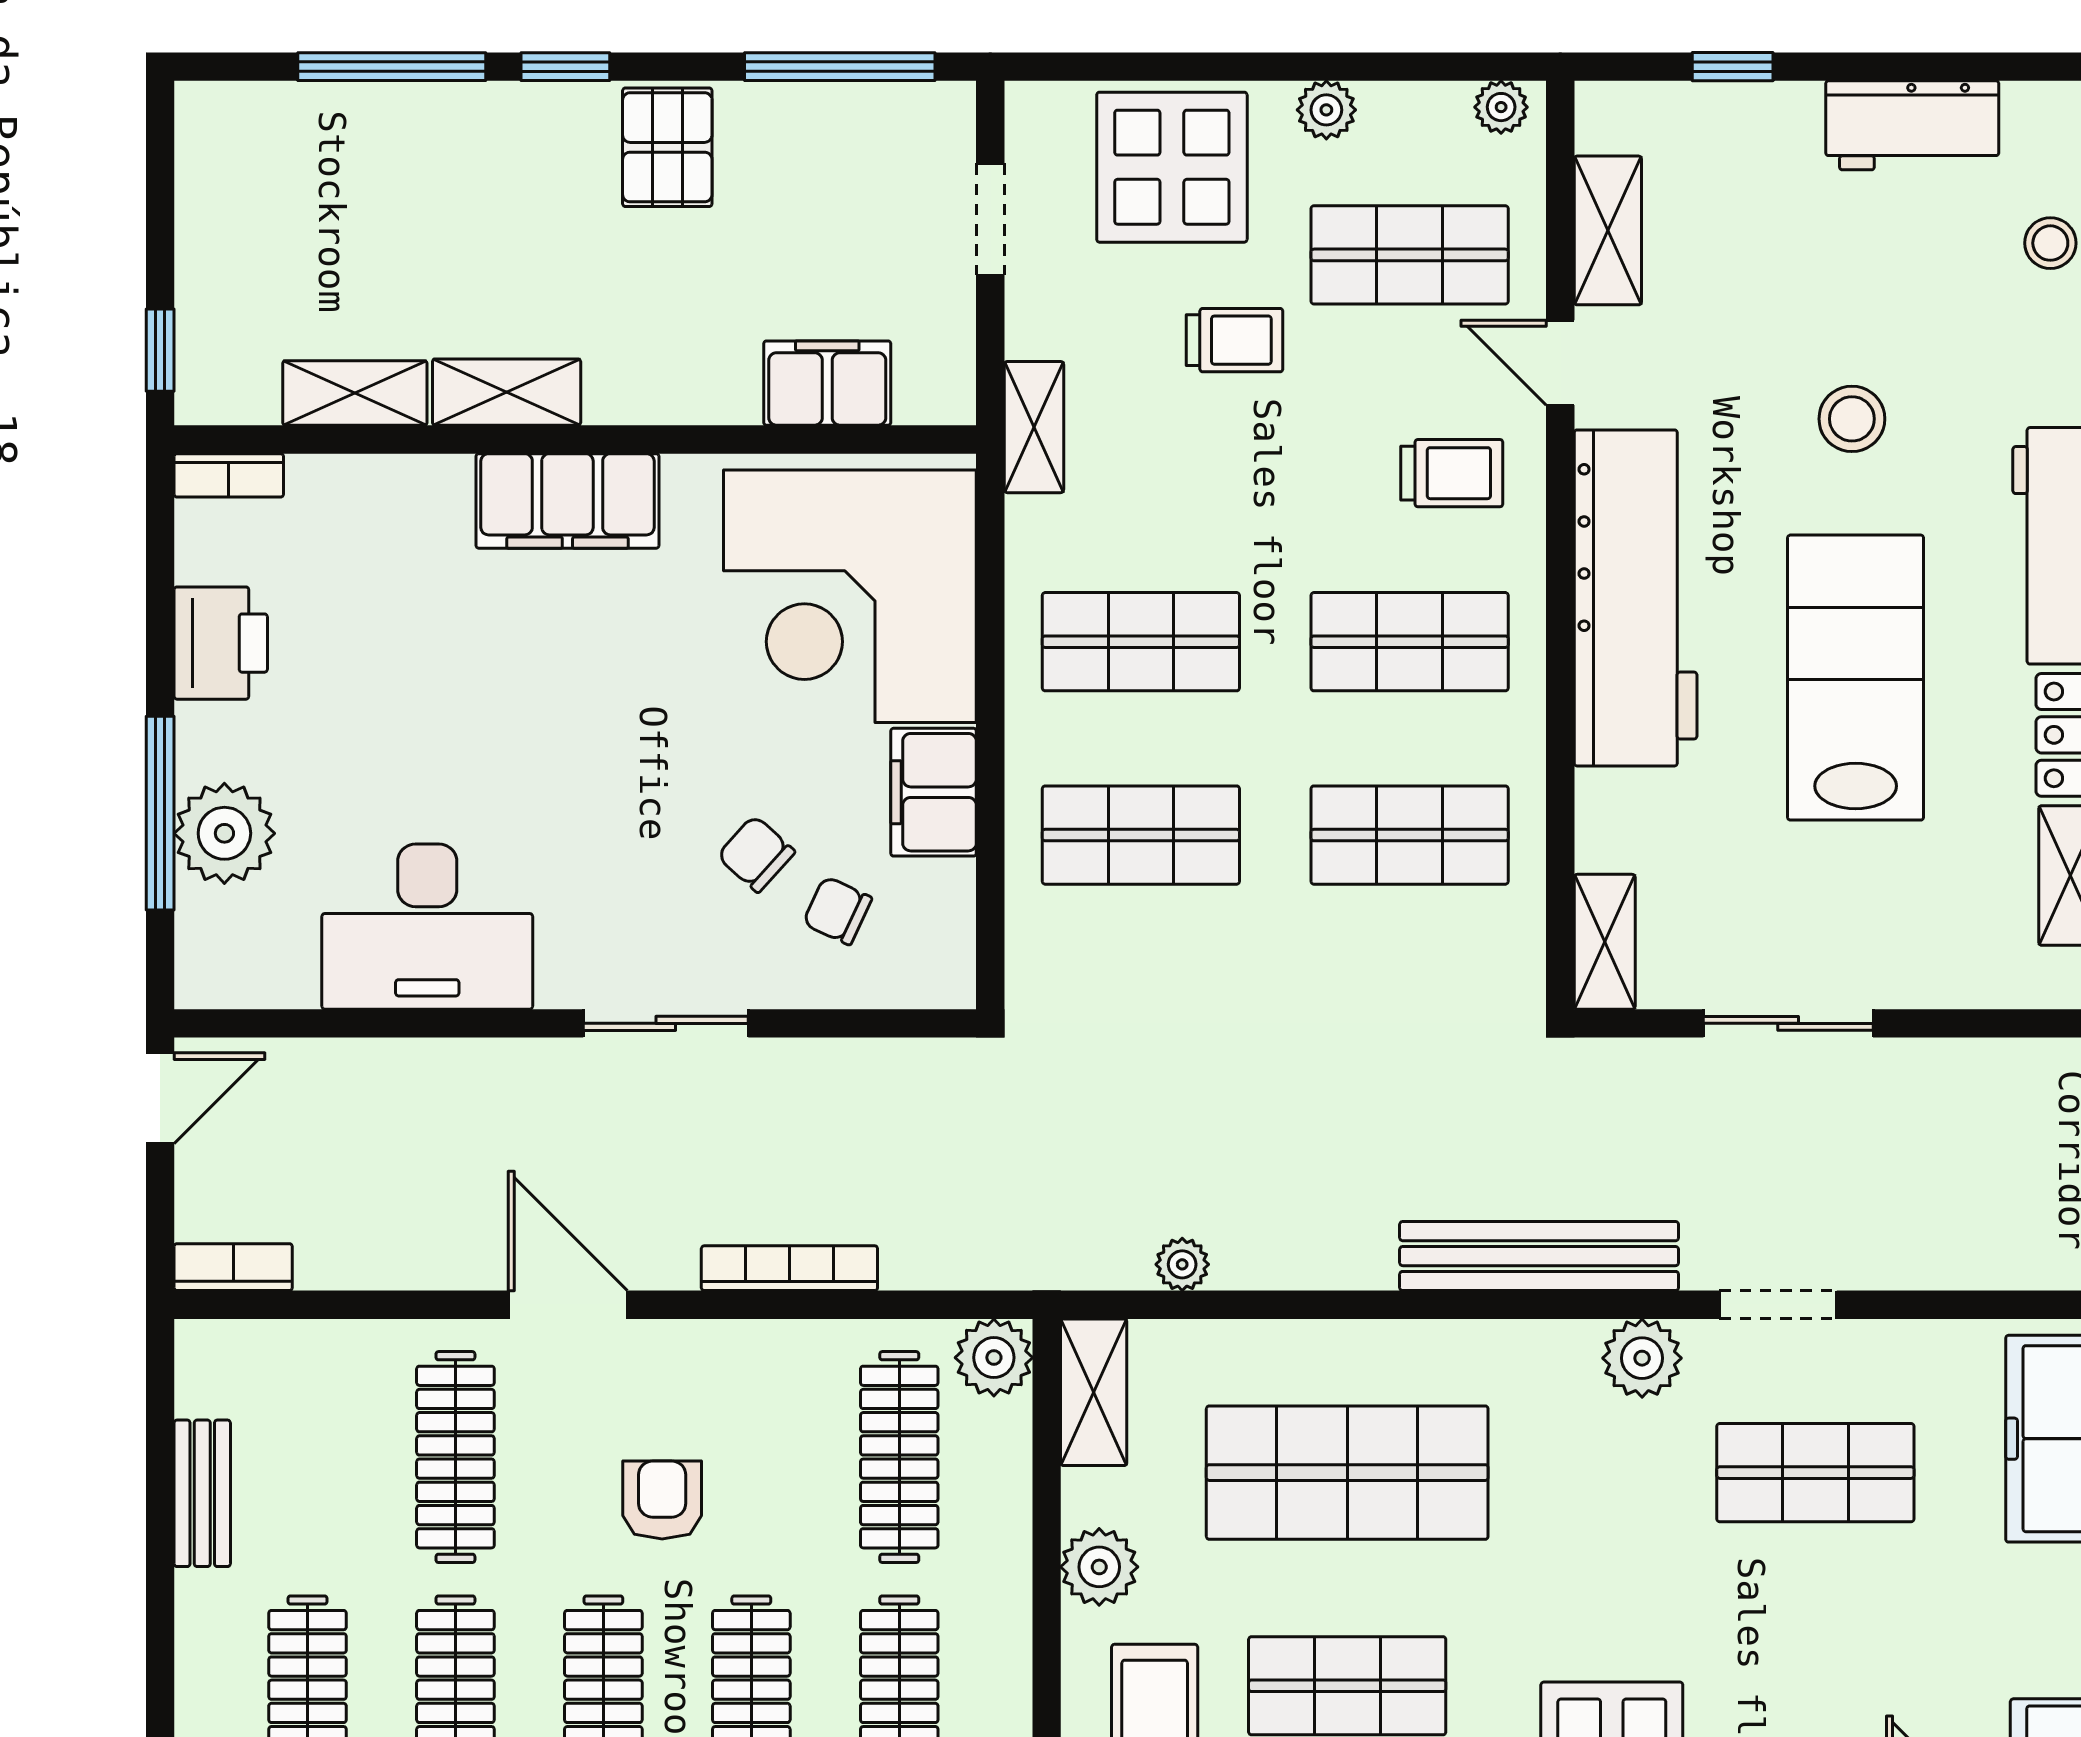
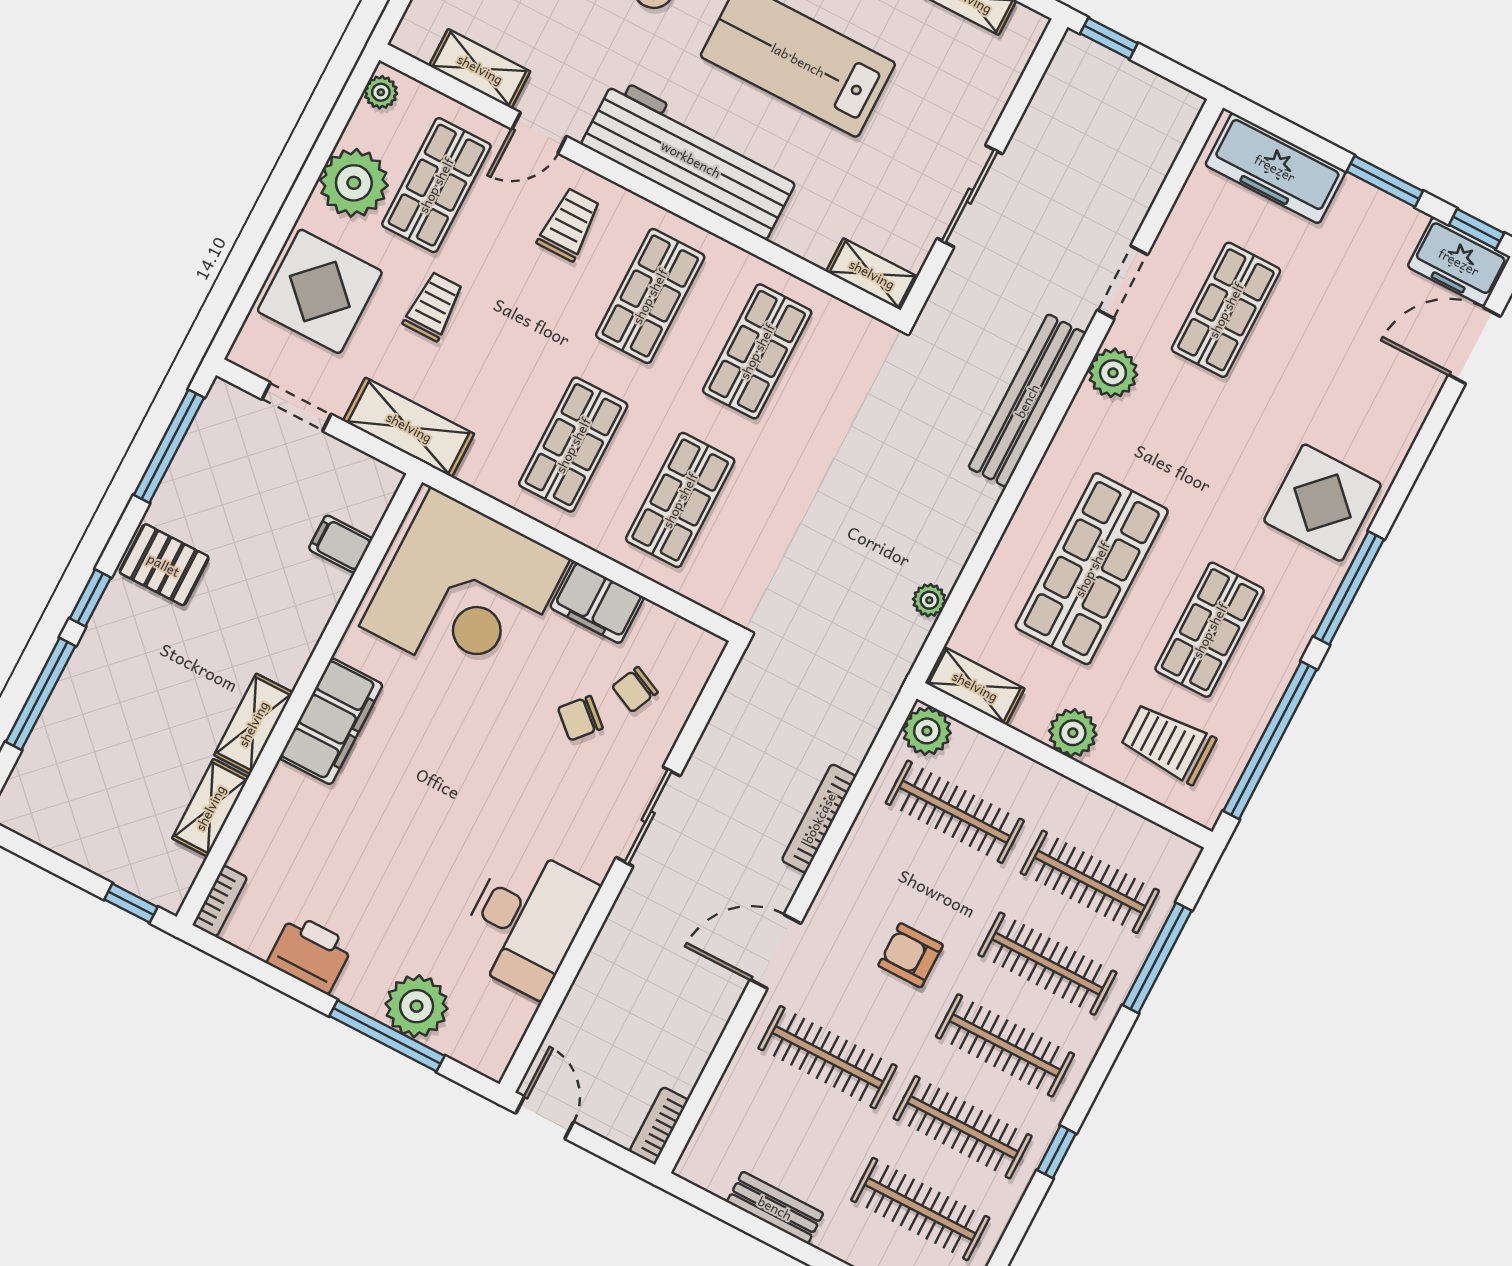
plant: (1326, 110) -> (354, 183), width x1.87, depth x1.87
filing cabinet: (827, 383) -> (340, 544), width x0.50
shelving: (1034, 427) -> (409, 427), width x1.50, depth x1.33

